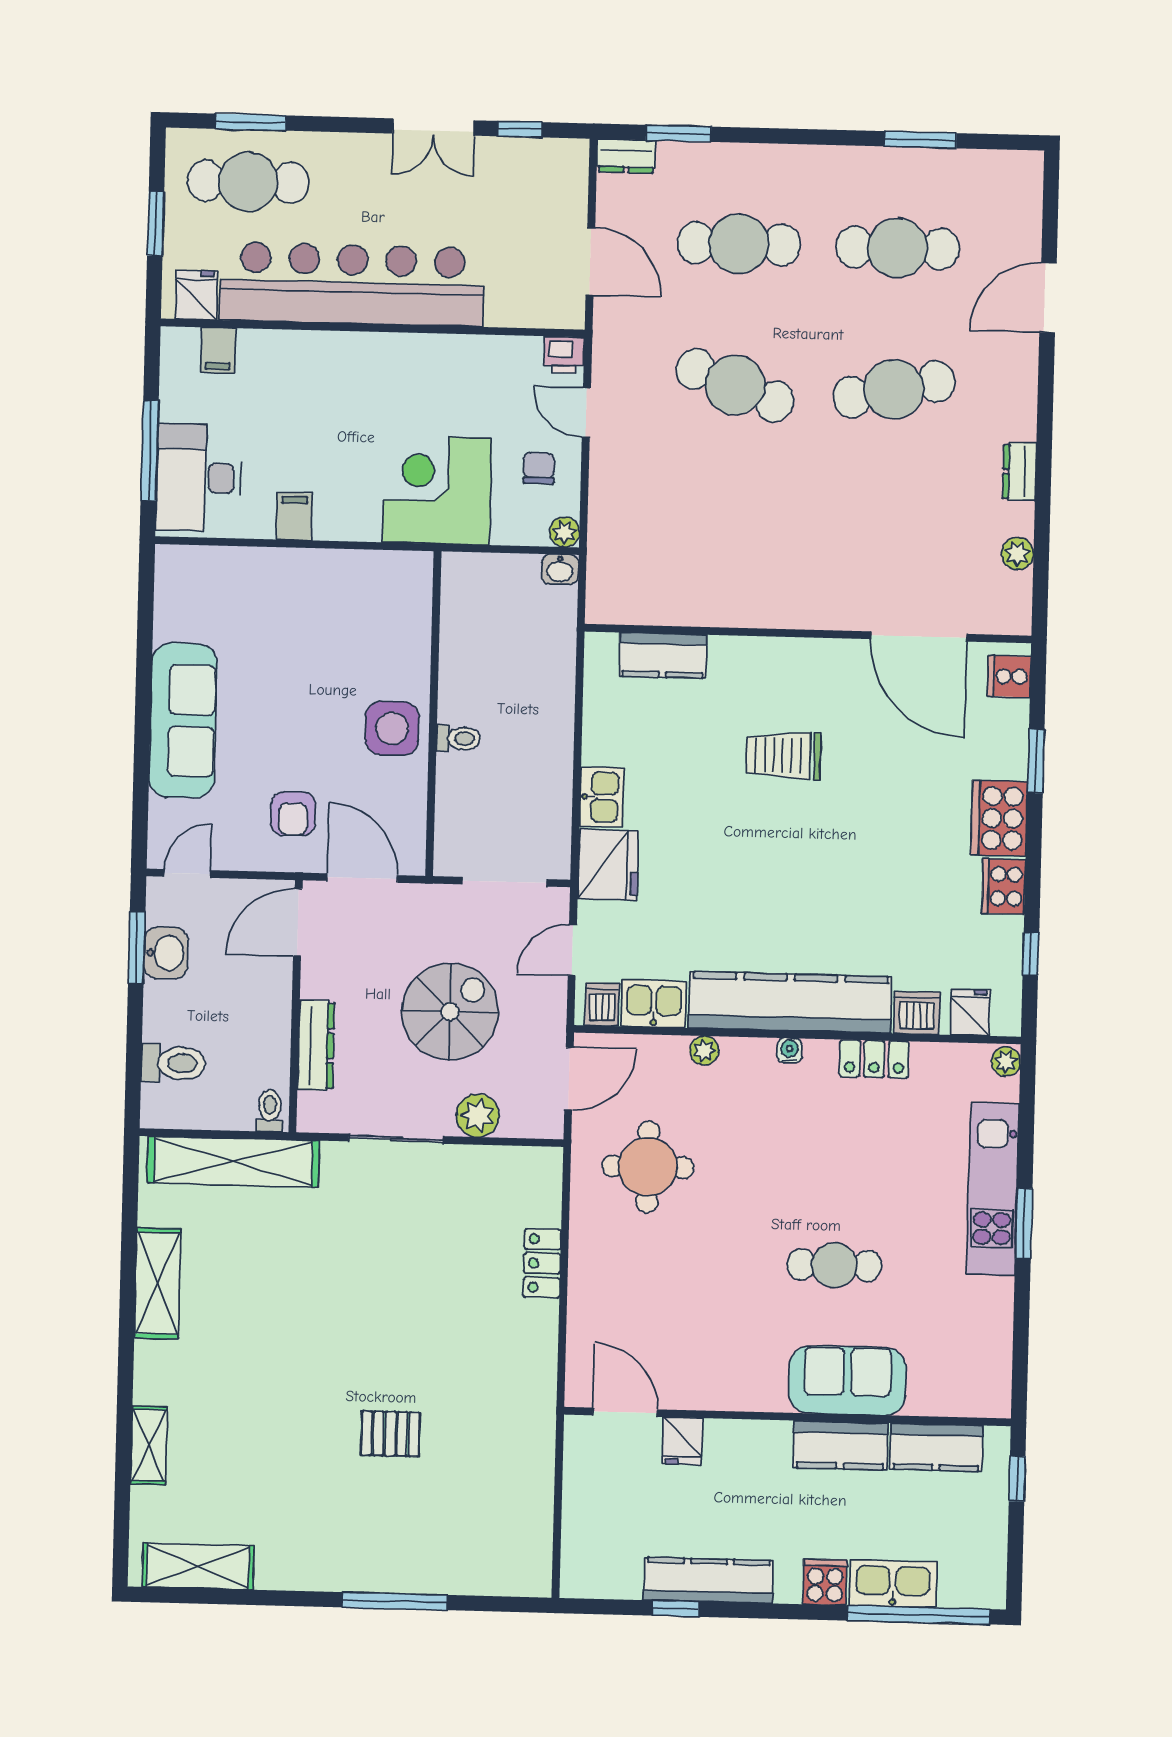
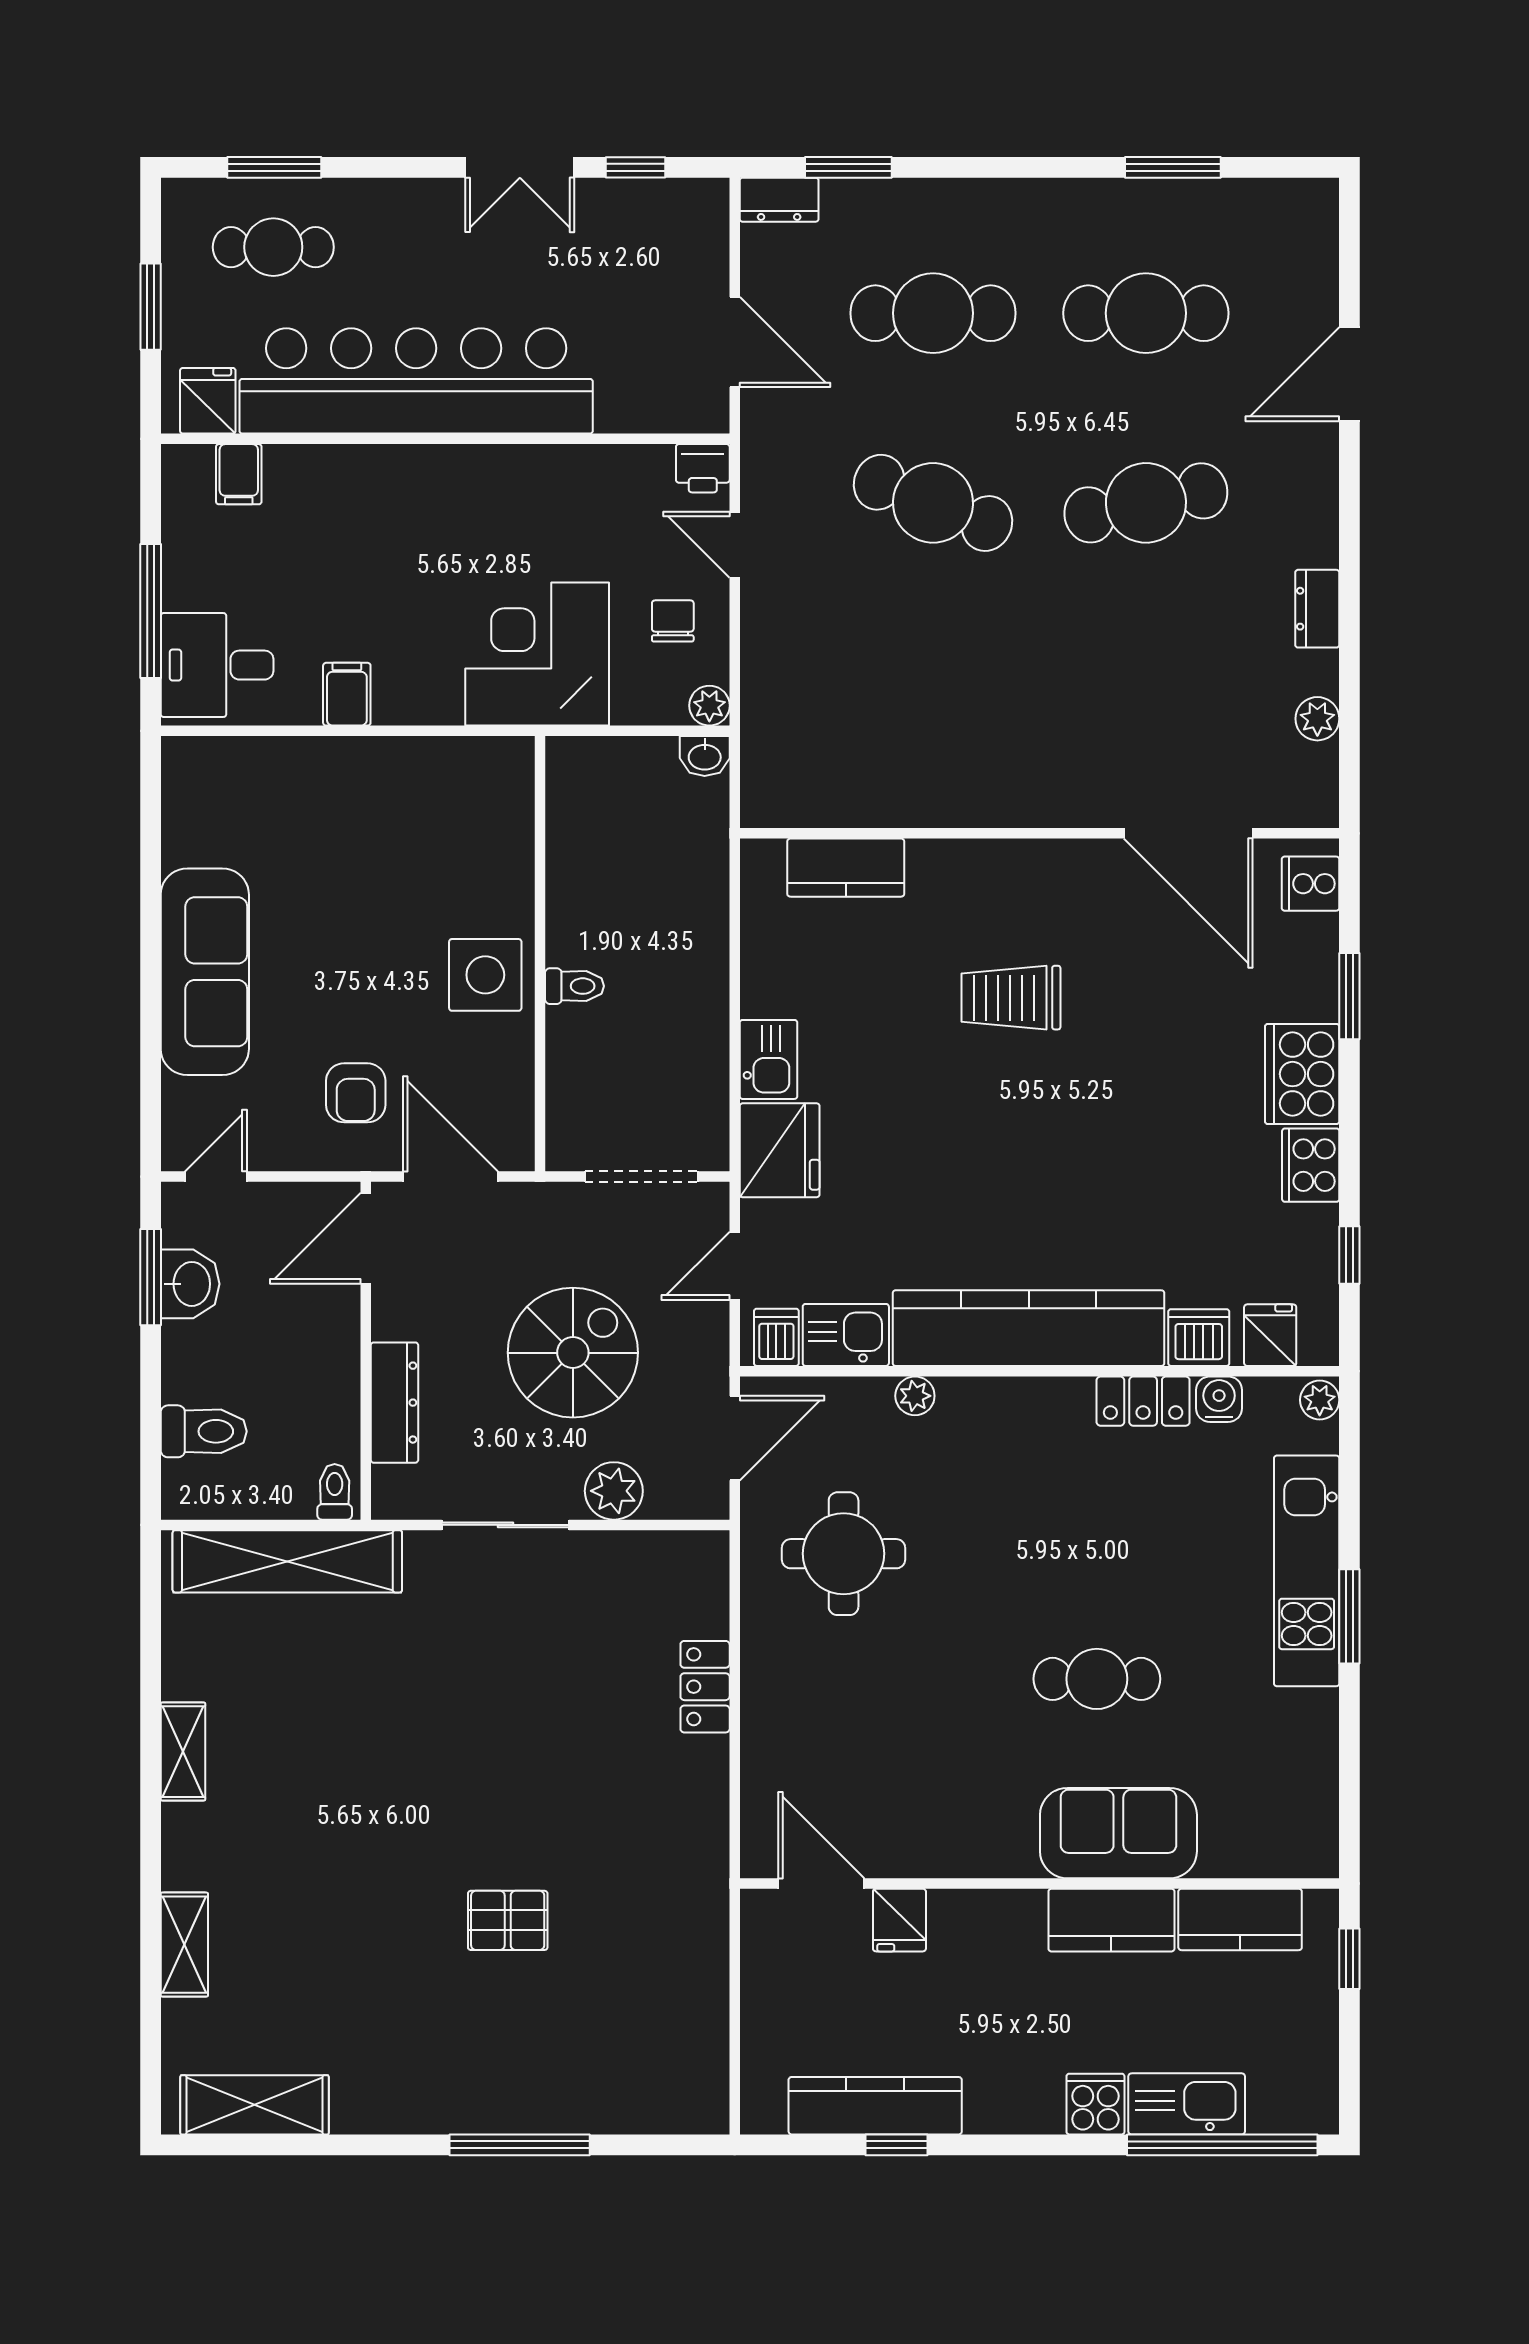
cafe table: (248, 182) -> (273, 247), width x0.73, depth x0.74
desk: (199, 478) -> (217, 665), width x0.73
water cooler: (790, 1051) -> (1219, 1399), moved, width x1.38, depth x1.38
shelving: (158, 1283) -> (183, 1752), width x0.67, depth x0.75
kitchen counter: (708, 1580) -> (875, 2106), moved

